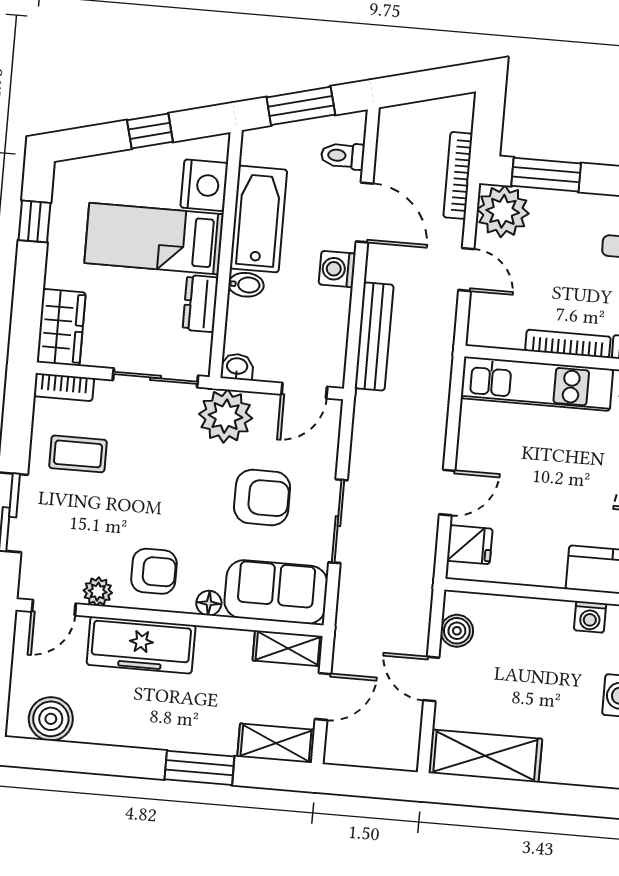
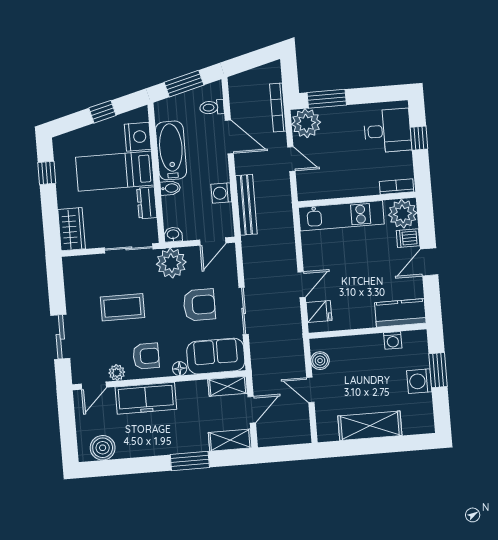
washing machine: (337, 269) -> (221, 193), moved
bookcase: (568, 344) -> (355, 191), removed
bookcase: (64, 387) -> (79, 262), removed
coffee table: (78, 454) -> (122, 307), moved, width x1.36, depth x1.30
shelving: (485, 756) -> (370, 426), moved

